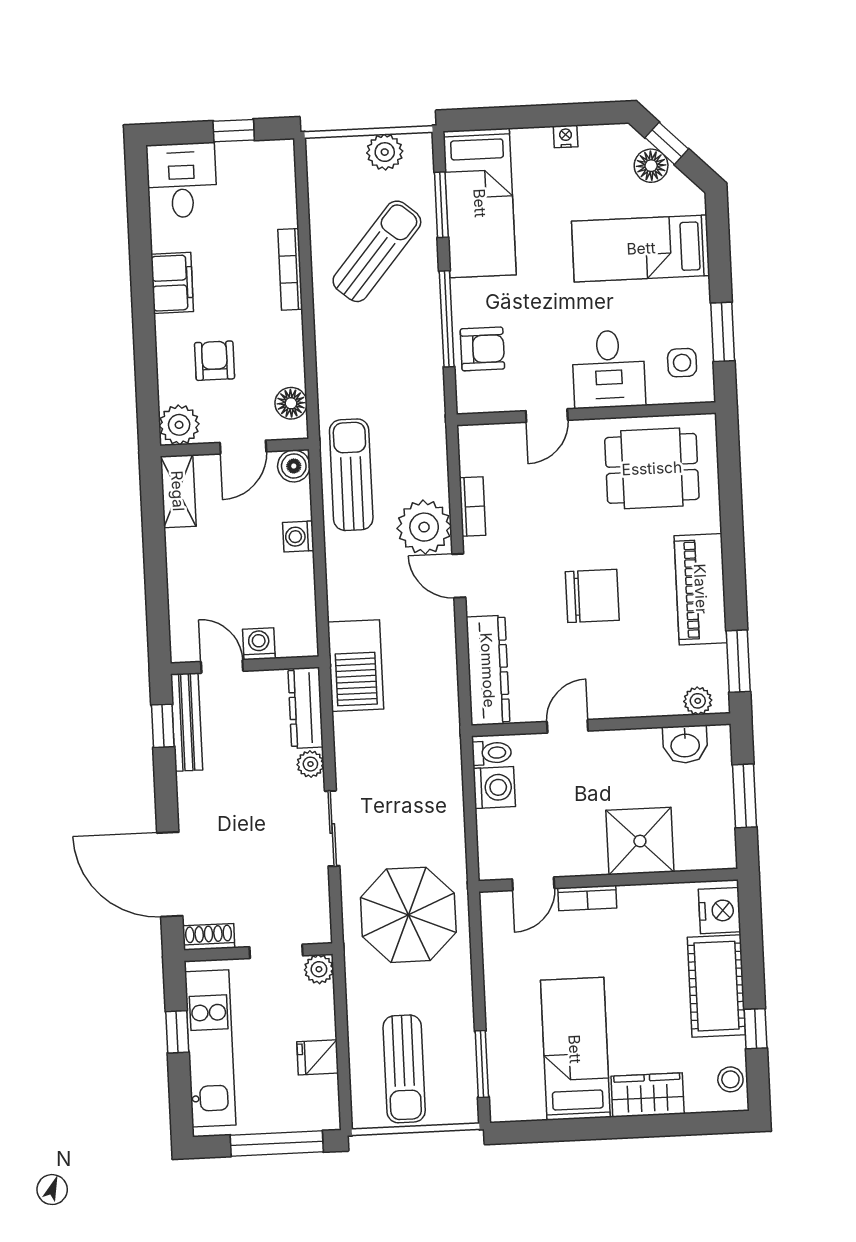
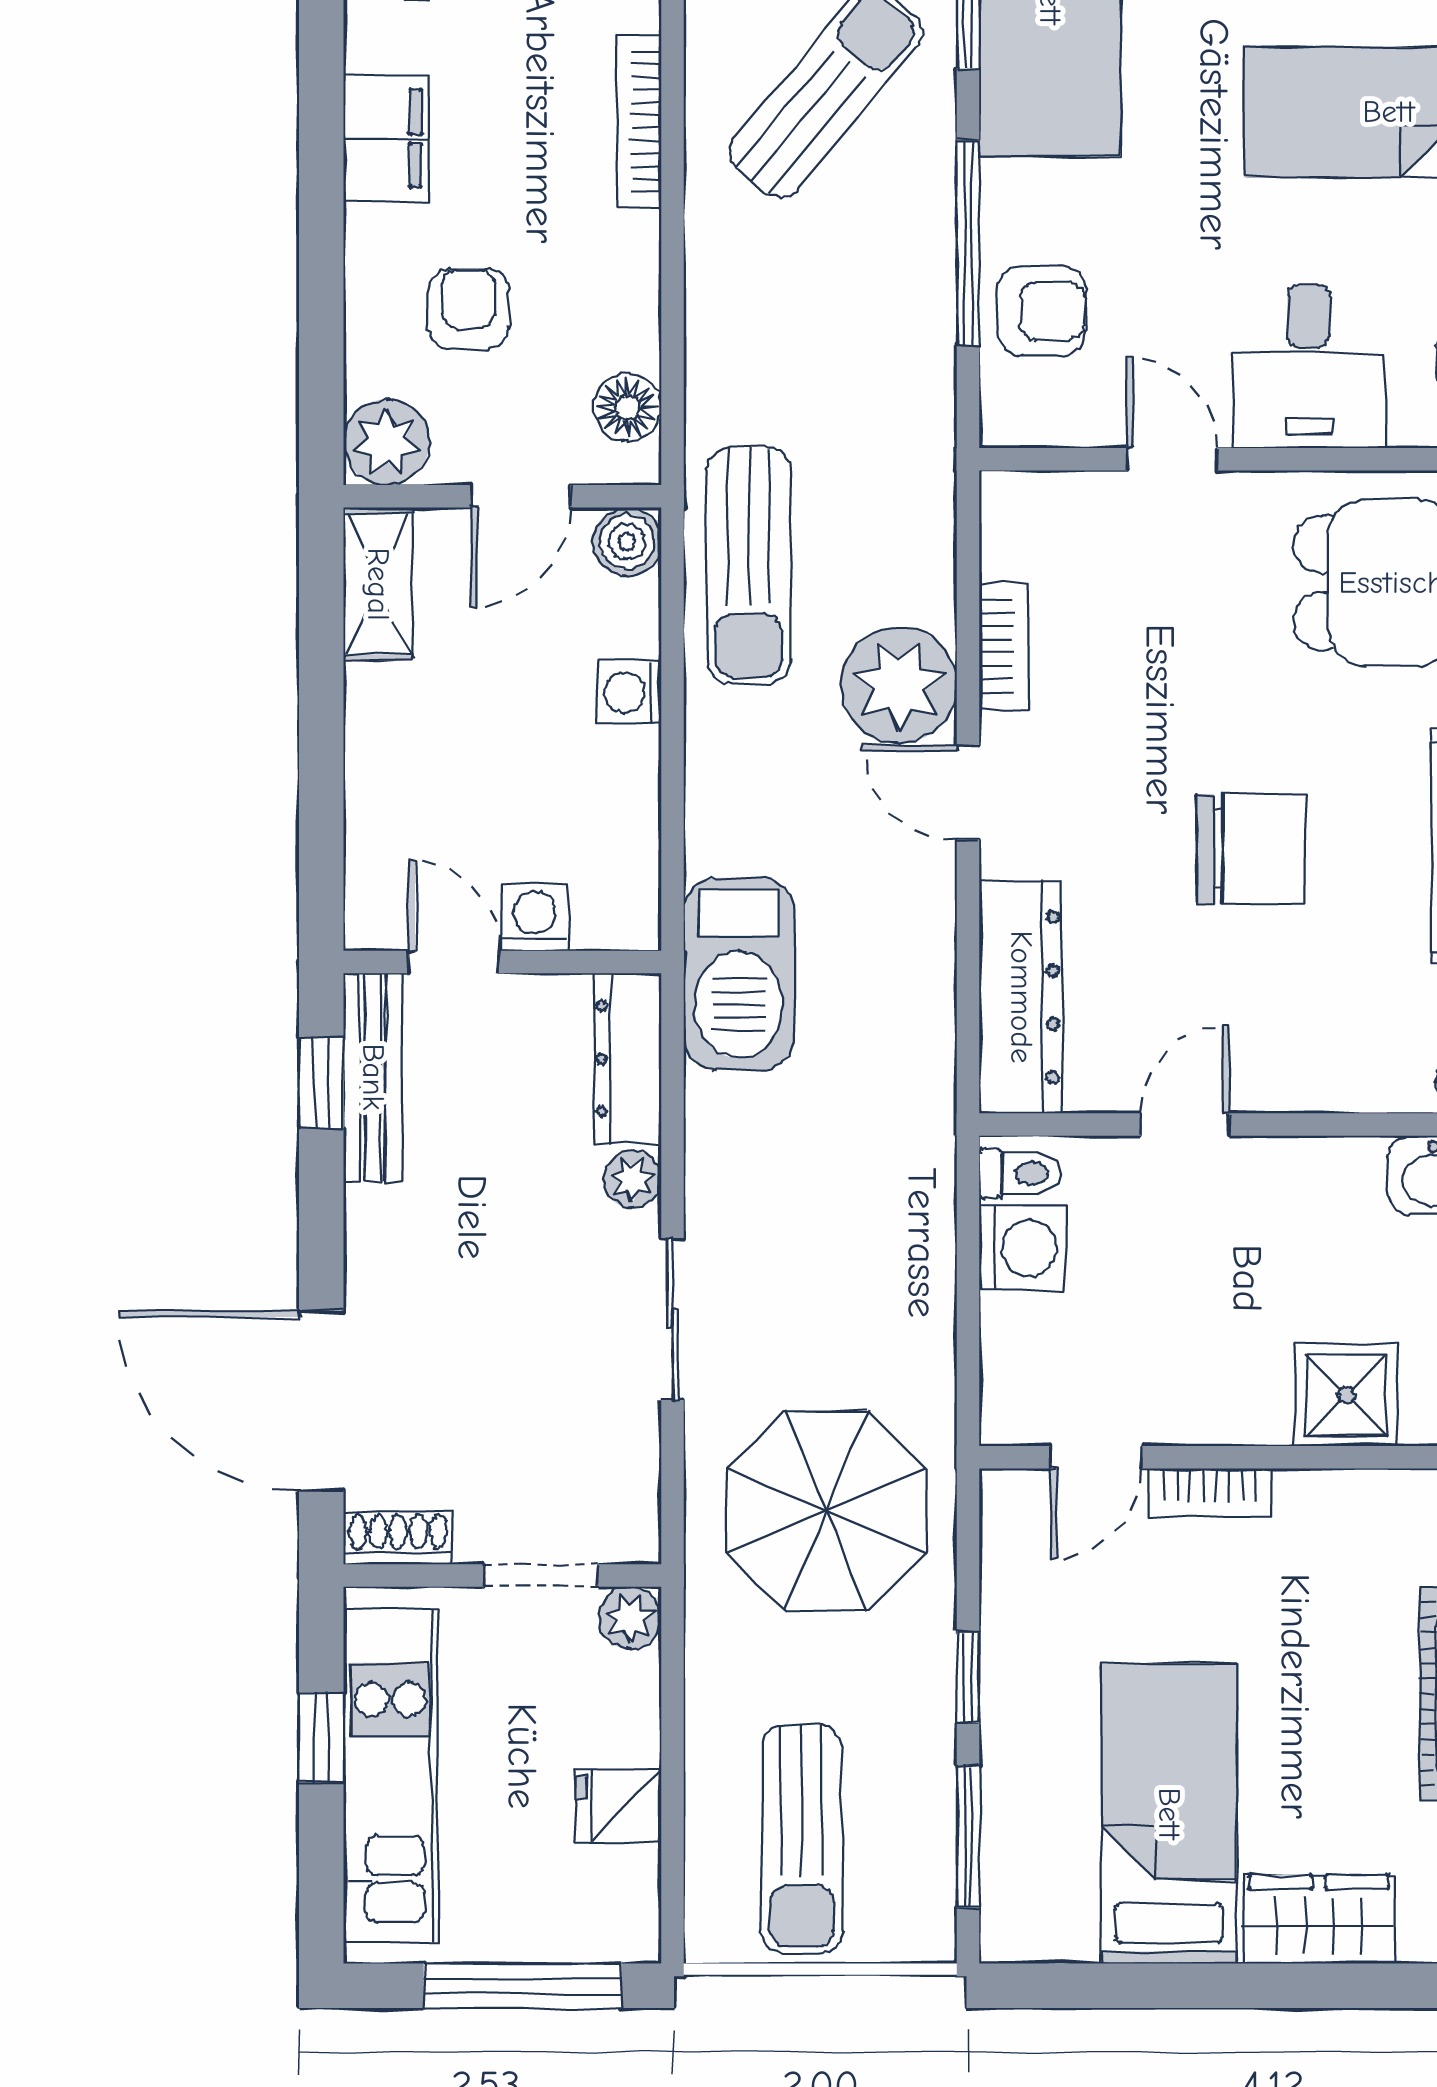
door: (547, 415) -> (1172, 459), swing flipped
sun lounger: (351, 475) -> (749, 566), turned 180
shower: (640, 841) -> (1346, 1395), width x0.73, depth x0.73
window: (478, 990) -> (968, 1678), added

